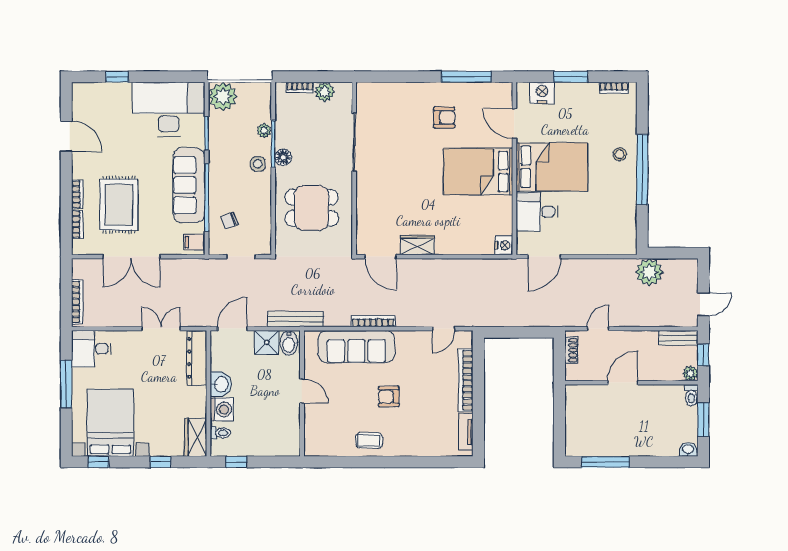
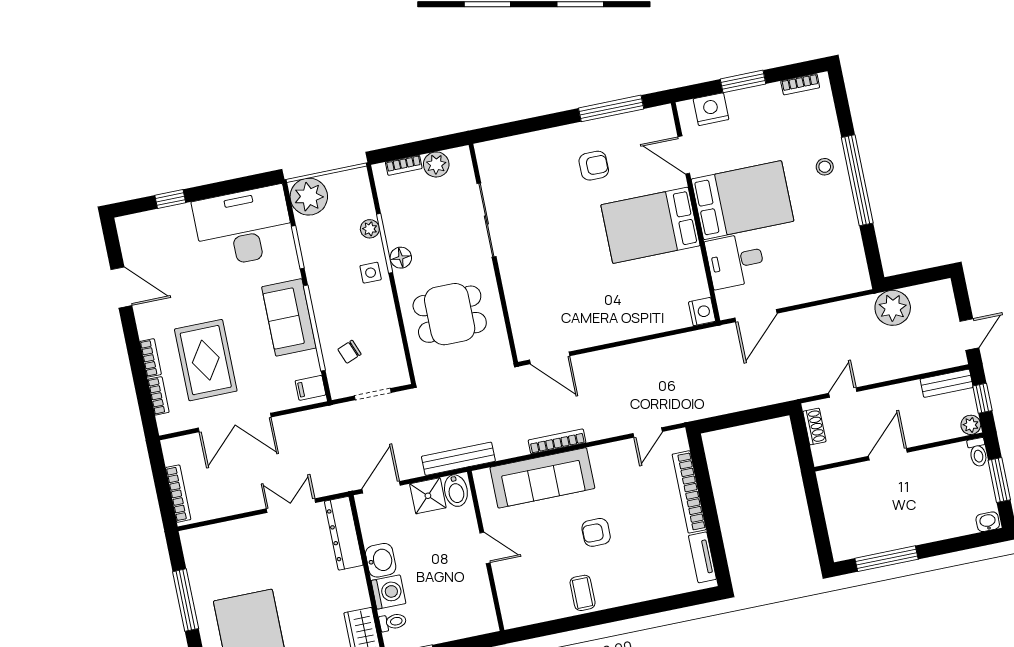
sofa: (189, 185) -> (289, 317), width x0.73
wardrobe: (417, 245) -> (593, 334), removed
desk: (91, 349) -> (208, 549), removed
coffee table: (369, 440) -> (583, 593), turned 90

